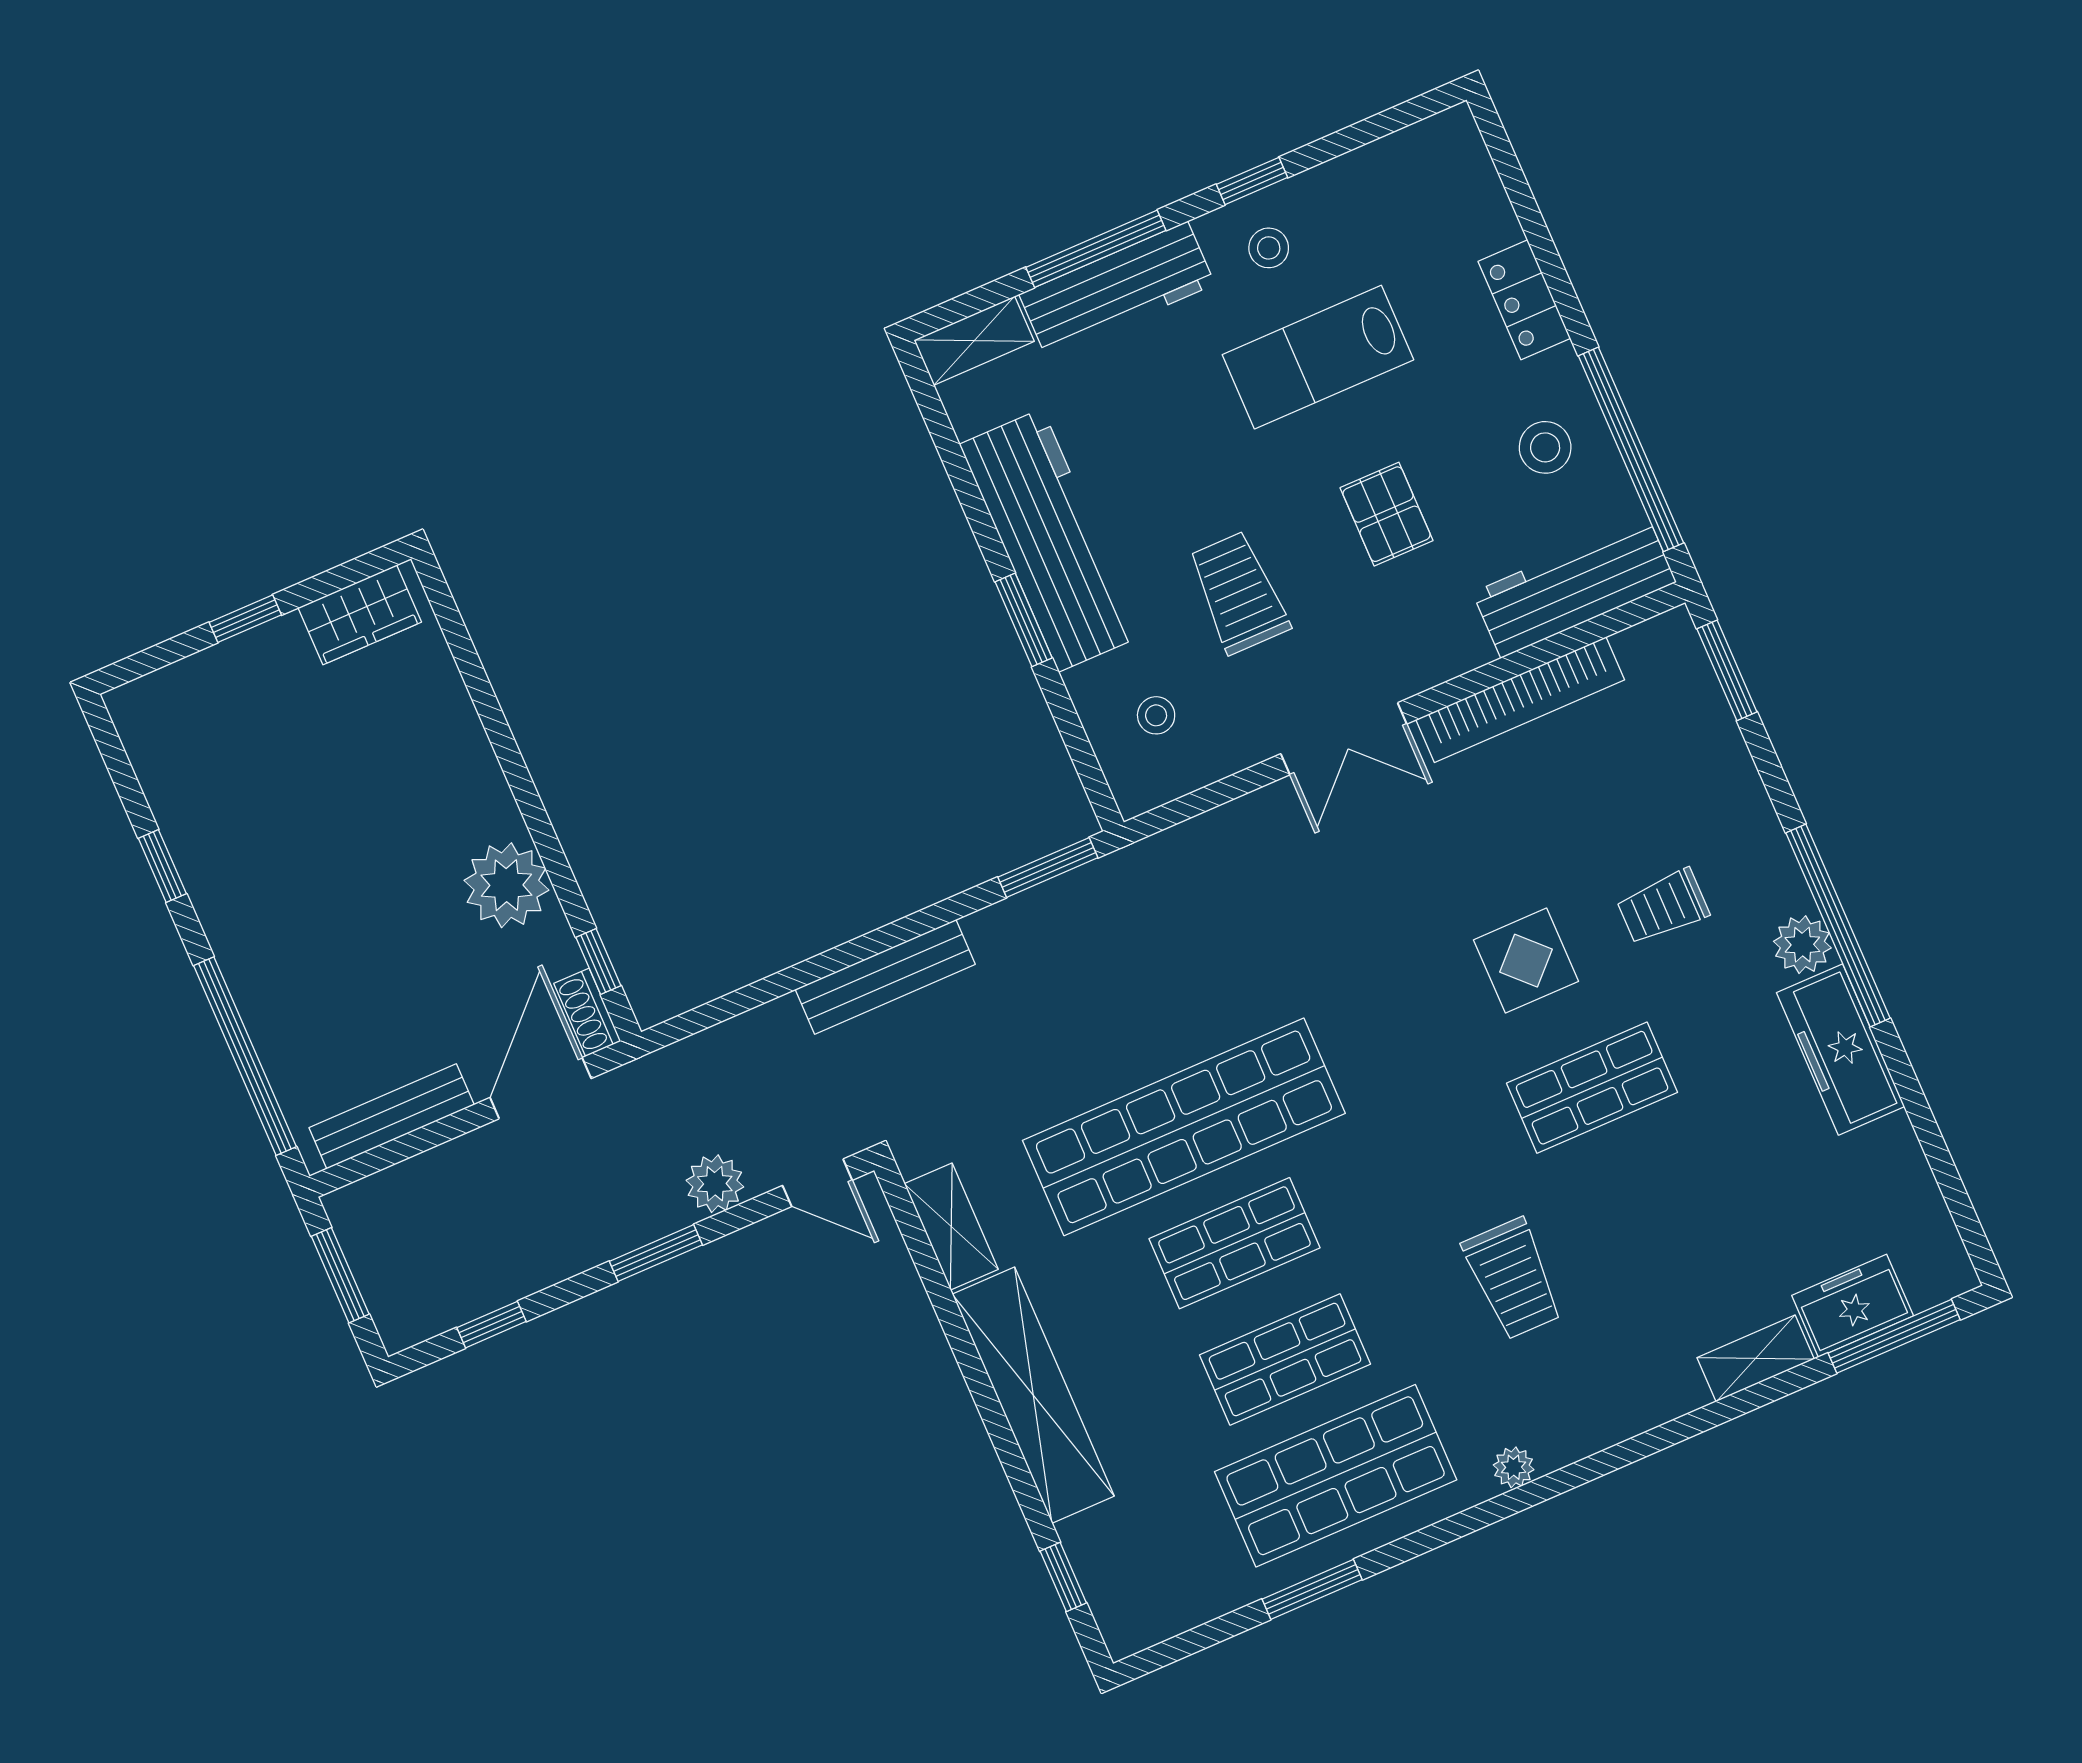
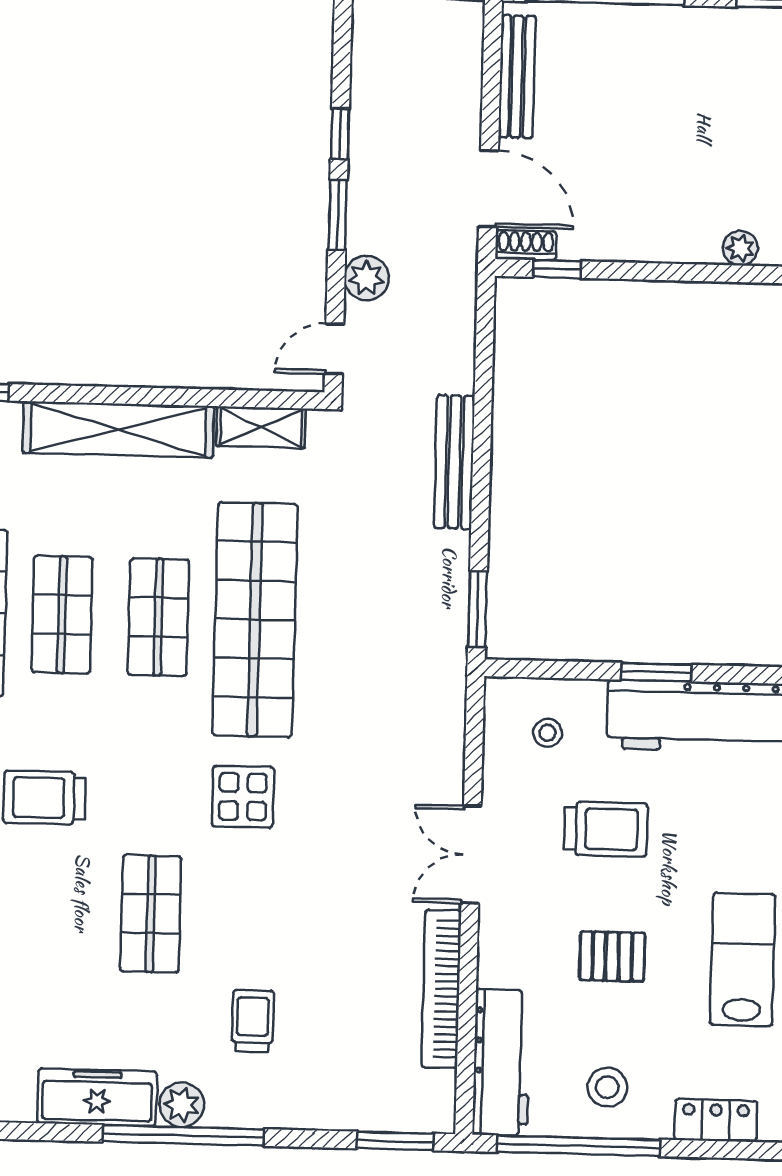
plant: (506, 885) -> (740, 248), moved, width x0.53, depth x0.53
display table: (1526, 961) -> (243, 797), moved
window: (492, 1325) -> (340, 134), moved

